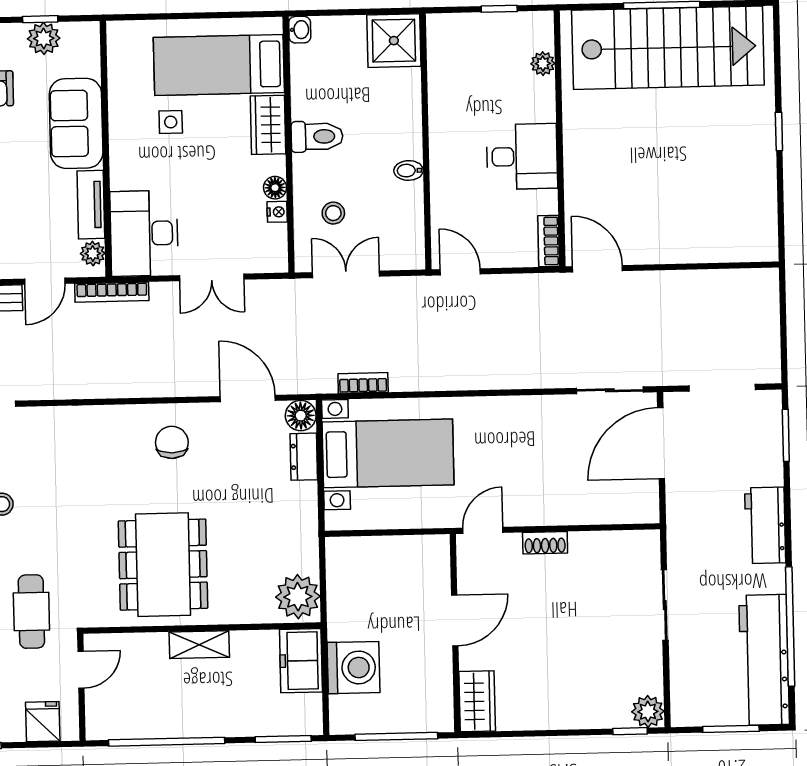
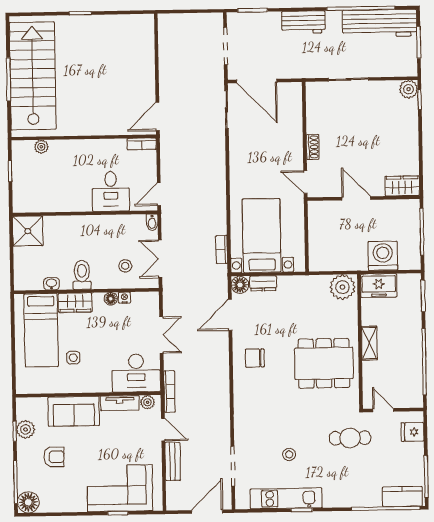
washbasin: (300, 30) -> (51, 284), moved
desk: (522, 156) -> (111, 191), moved, turned 180
bidet: (409, 170) -> (152, 222), moved

